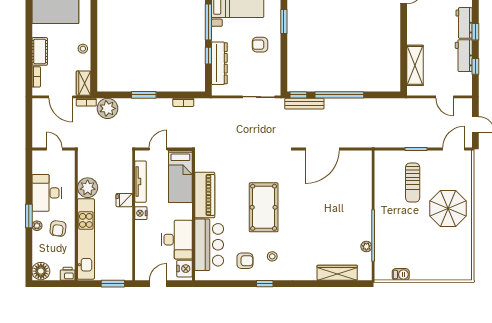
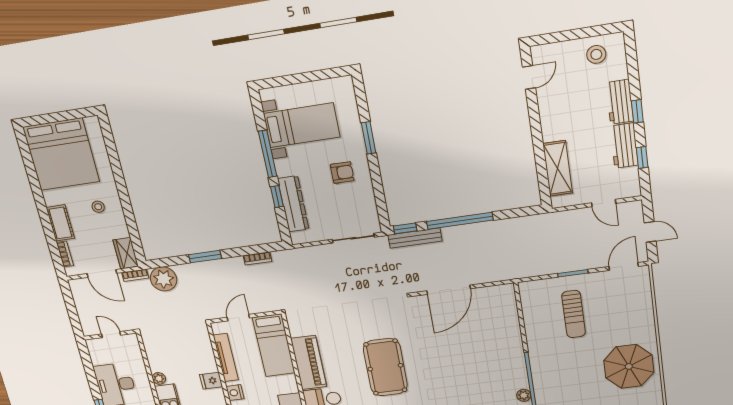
armchair: (260, 45) -> (342, 173), turned 180
stool: (83, 49) -> (98, 207), moved
plant: (88, 188) -> (159, 378), width x0.53, depth x0.53
parasol: (448, 208) -> (629, 366), moved

